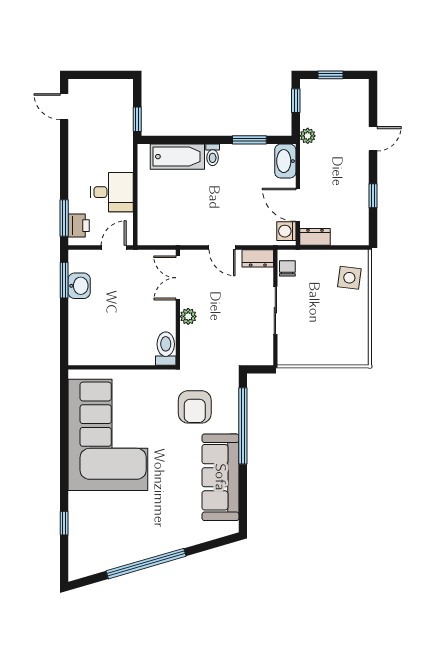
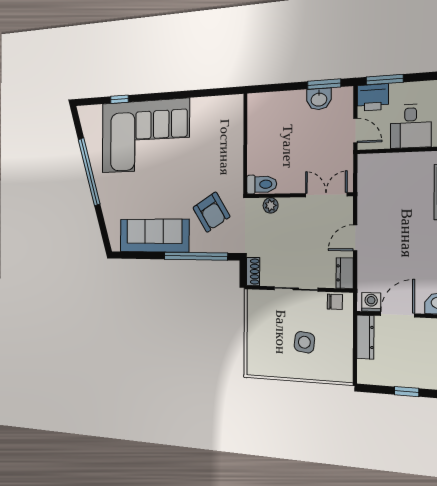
printer: (79, 226) -> (373, 97), width x1.36, depth x1.24
dresser: (315, 237) -> (365, 337), width x1.44
side table: (349, 278) -> (304, 342), moved
plant: (188, 316) -> (271, 205), moved
shoe rack: (258, 358) -> (253, 272), added
armchair: (195, 407) -> (211, 212), turned -122
corner sofa: (108, 435) -> (145, 136), moved

